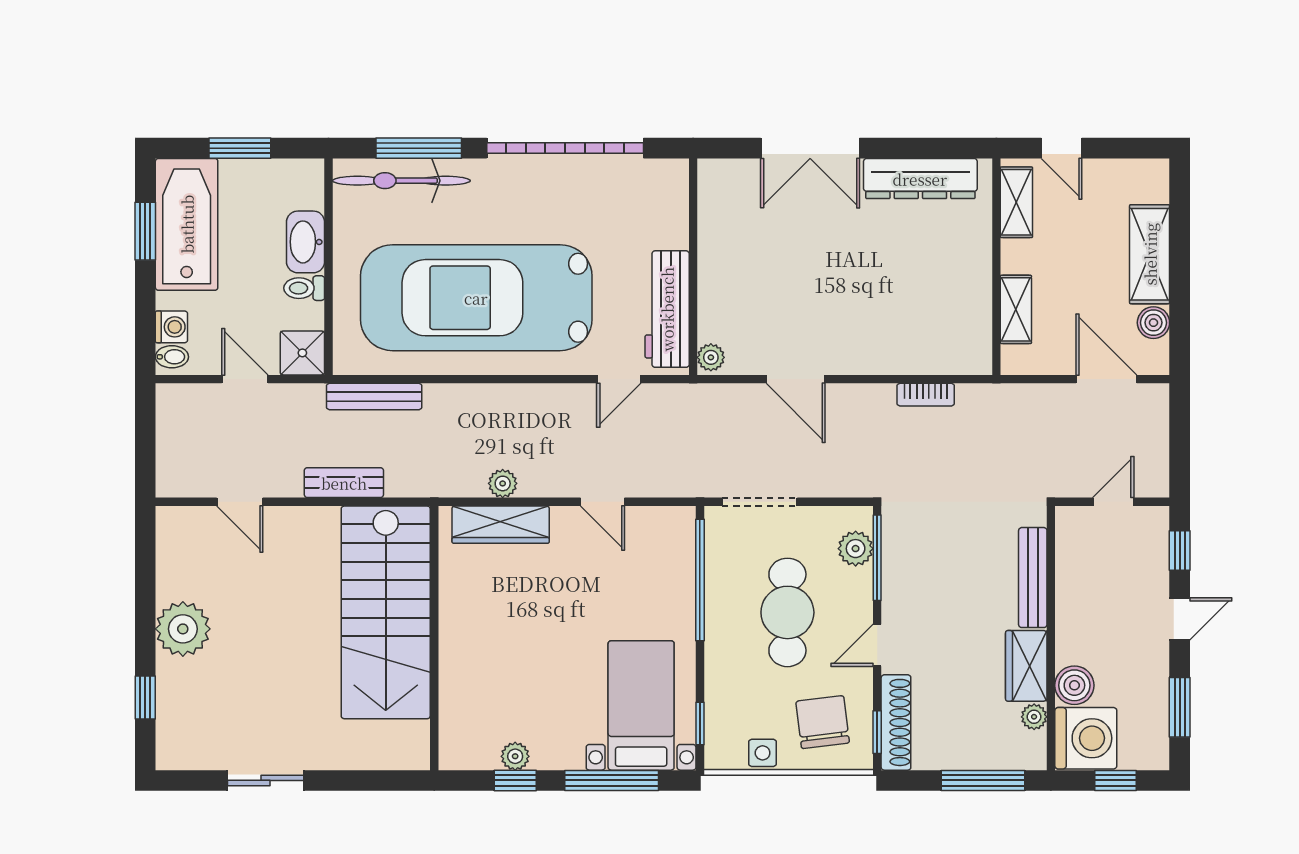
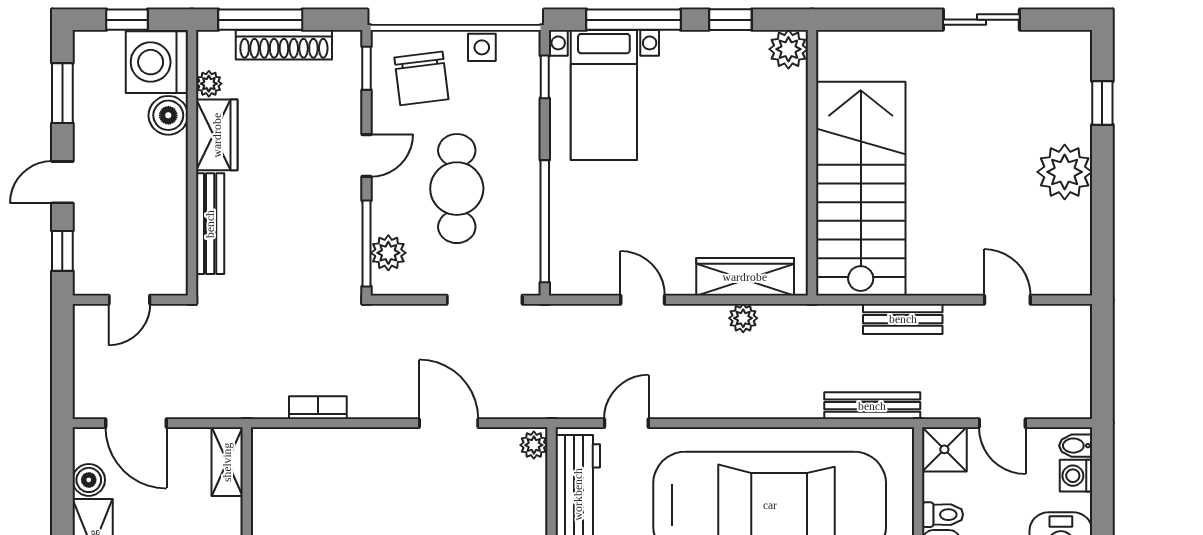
shelving: (1016, 309) -> (227, 462), moved
shoe rack: (896, 722) -> (284, 45), moved, turned -90
plant: (515, 756) -> (788, 49), moved, width x1.38, depth x1.38

